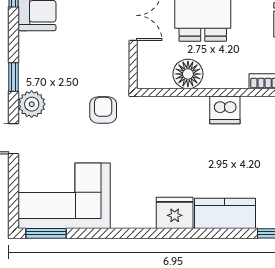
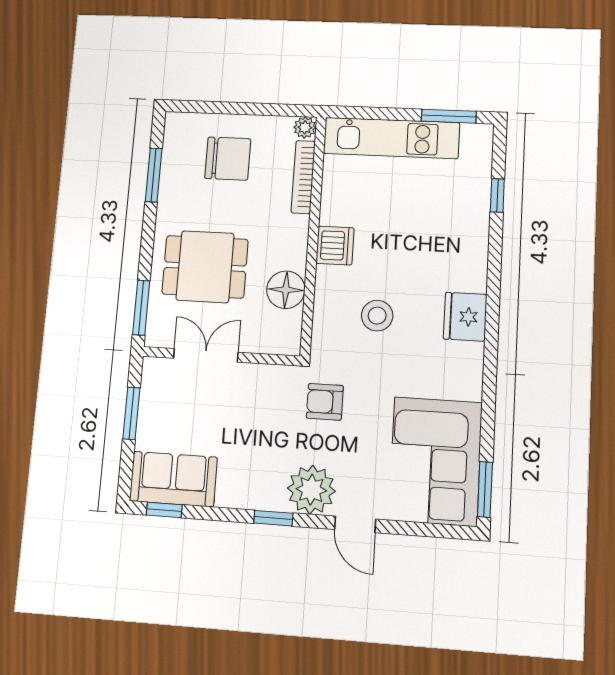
plant: (32, 104) -> (311, 490), width x1.36, depth x1.36
stool: (172, 146) -> (377, 316), added
kitchen counter: (225, 213) -> (469, 252), removed

